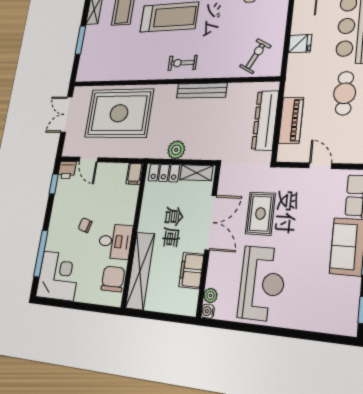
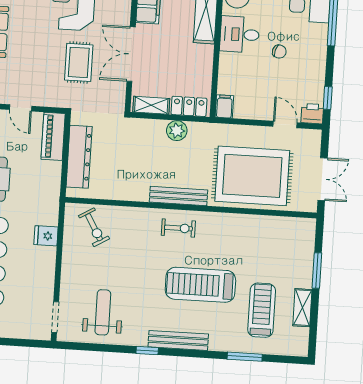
exercise bike: (255, 56) -> (94, 227), turned -59
bench: (202, 90) -> (179, 196), moved
piano: (291, 120) -> (53, 136), moved

